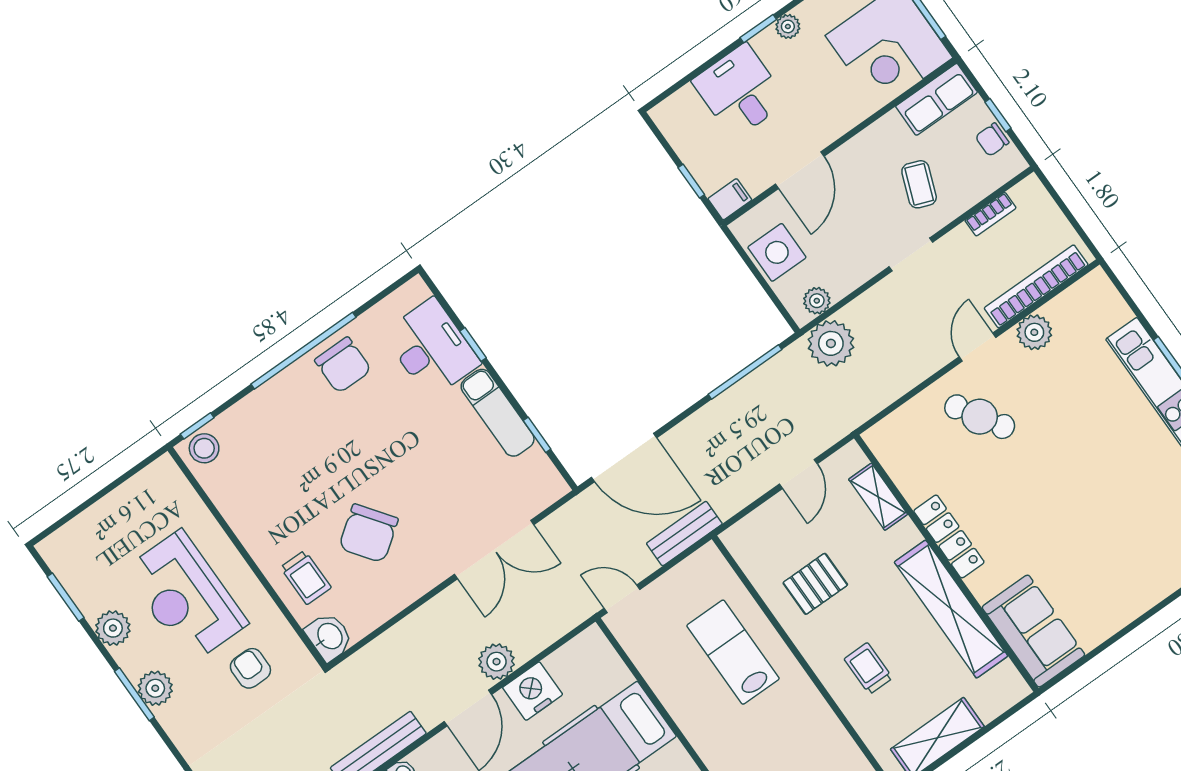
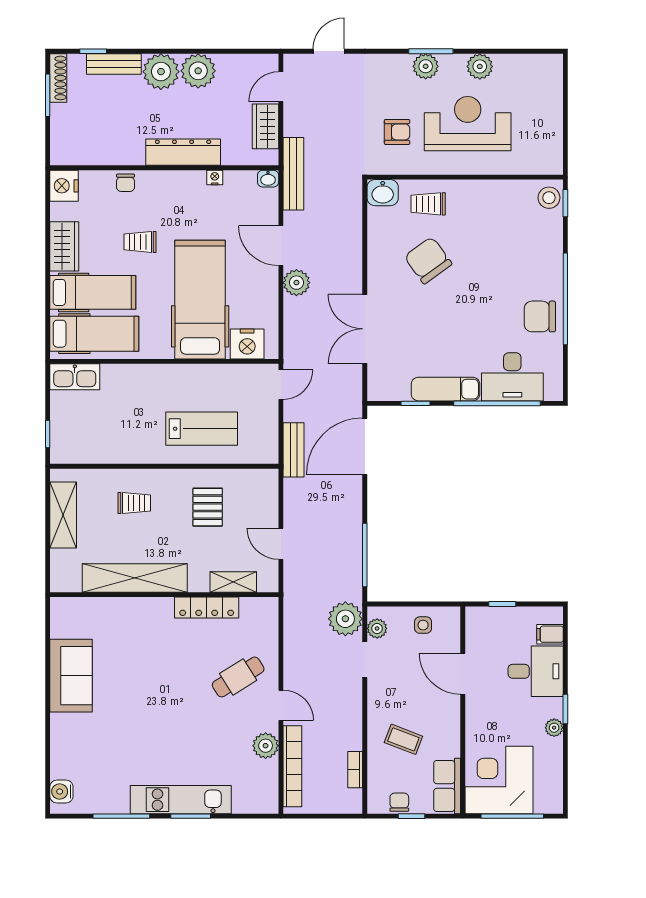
filing cabinet: (730, 199) -> (550, 634), moved, turned 90
side table: (777, 252) -> (423, 625), width x0.54, depth x0.54
doorway: (911, 255) -> (365, 660), moved
window: (473, 344) -> (497, 403), width x3.17
locker: (949, 536) -> (207, 608), moved
window: (66, 597) -> (518, 51), removed
sofa: (1033, 631) -> (71, 676), moved, turned -90
nightstand: (533, 691) -> (247, 344), moved, turned 90

